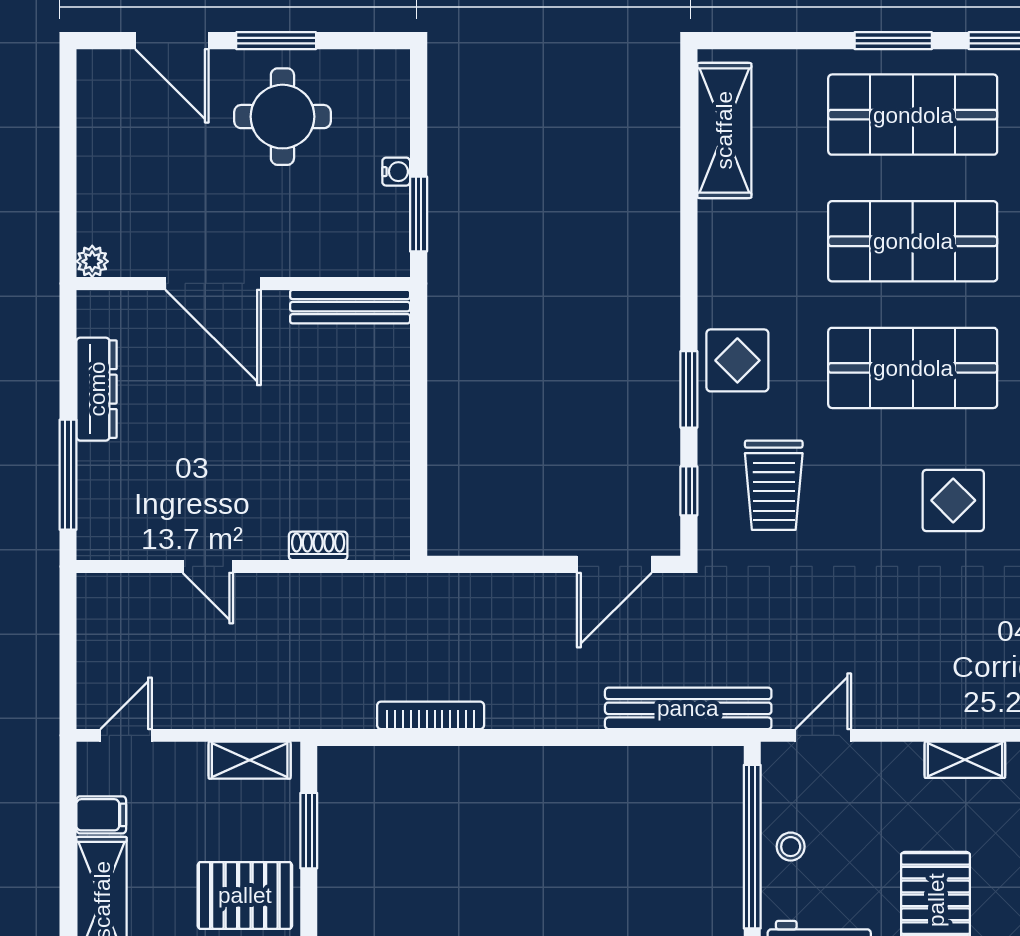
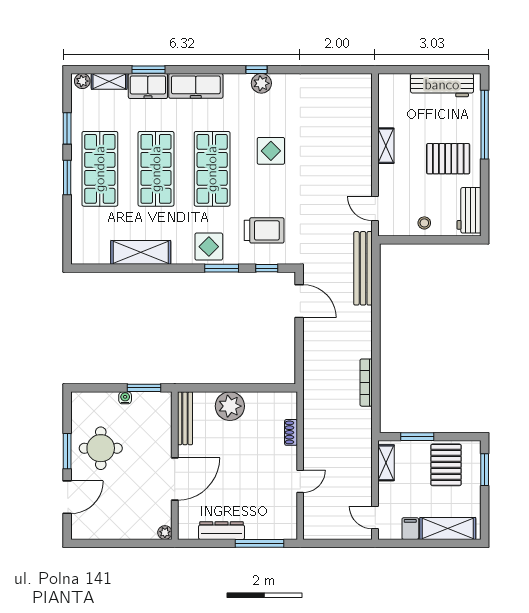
shelving: (724, 130) -> (141, 252), moved
plant: (377, 408) -> (230, 406), added
window: (752, 847) -> (424, 240), removed

